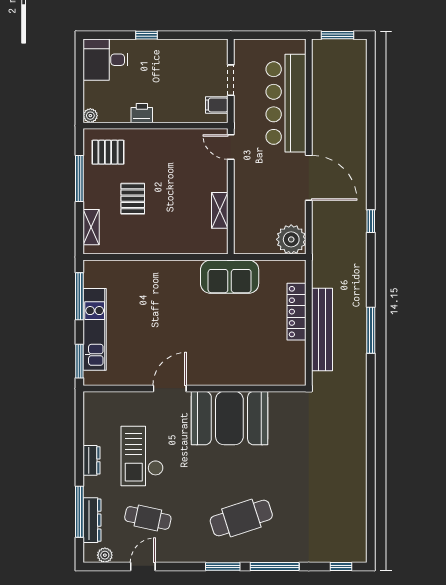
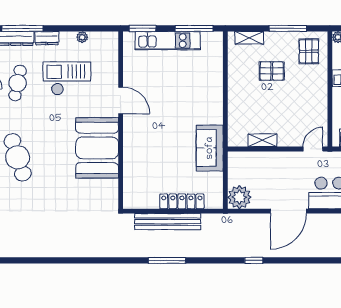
plant: (90, 437) -> (82, 37), added
dresser: (92, 460) -> (47, 38), moved

